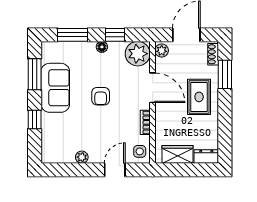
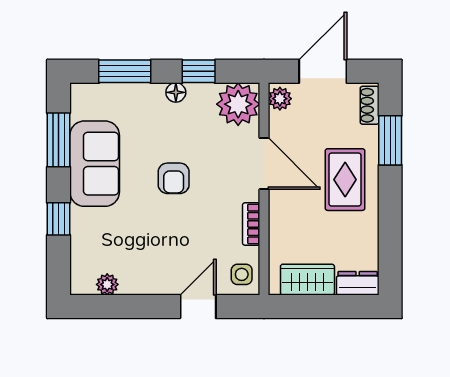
plant: (82, 157) -> (107, 284), moved

